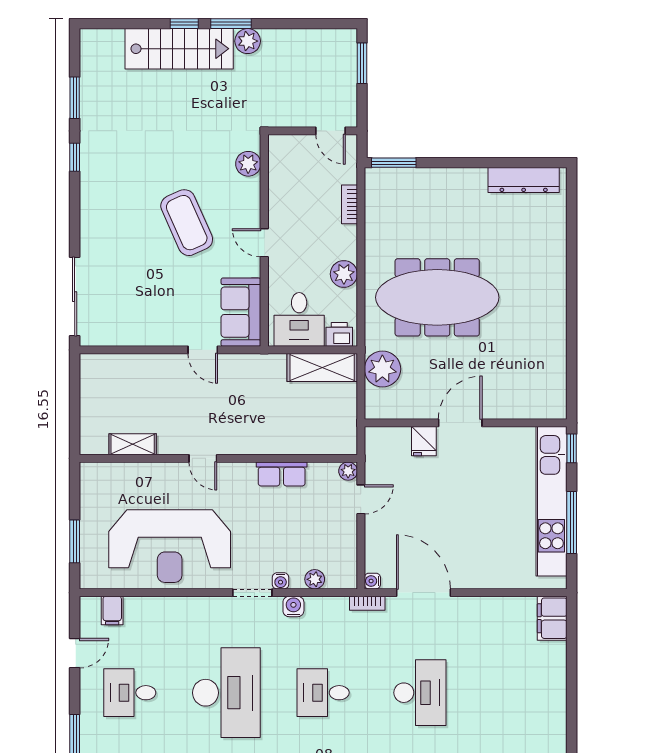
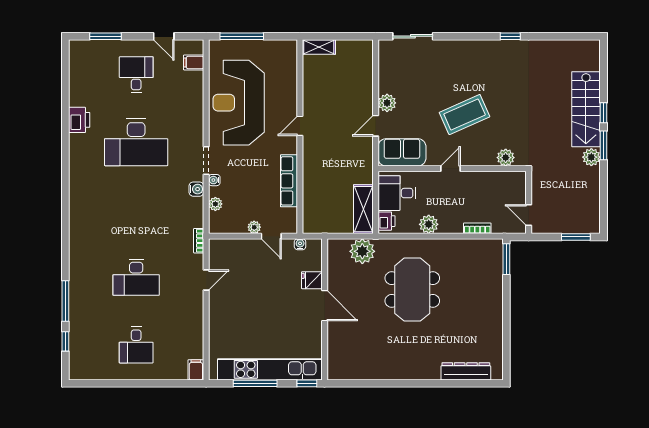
window: (75, 98) -> (552, 36), removed
door: (331, 131) -> (529, 215), hinge flipped
dresser: (524, 180) -> (466, 371), moved, turned 90
sliding door: (75, 297) -> (413, 36), width x0.73
meeting table: (437, 297) -> (412, 290), width x0.73
plant: (170, 334) -> (387, 103), added
shelving: (133, 444) -> (319, 47), moved, turned 90
plant: (348, 471) -> (254, 227), moved
row of seats: (282, 474) -> (289, 181), width x1.48
window: (75, 541) -> (242, 36), width x1.44
water cooler: (372, 581) -> (300, 244), moved
door: (423, 593) -> (206, 280), width x0.53
filing cabinet: (552, 618) -> (196, 370), width x0.50
desk: (323, 693) -> (136, 345), moved, turned 180

